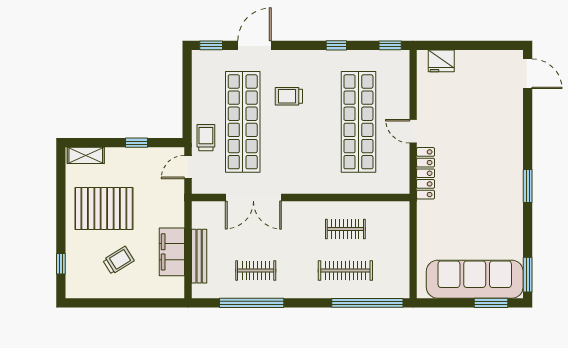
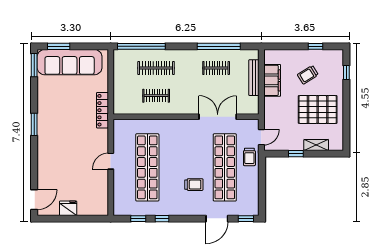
window: (390, 45) -> (138, 219), moved
fridge: (441, 61) -> (68, 208), moved
door: (528, 74) -> (34, 200), swing flipped
door: (413, 131) -> (111, 161), swing flipped
shelving: (86, 155) -> (316, 145), moved
locker: (426, 173) -> (102, 110), moved
window: (107, 303) -> (315, 46), added

